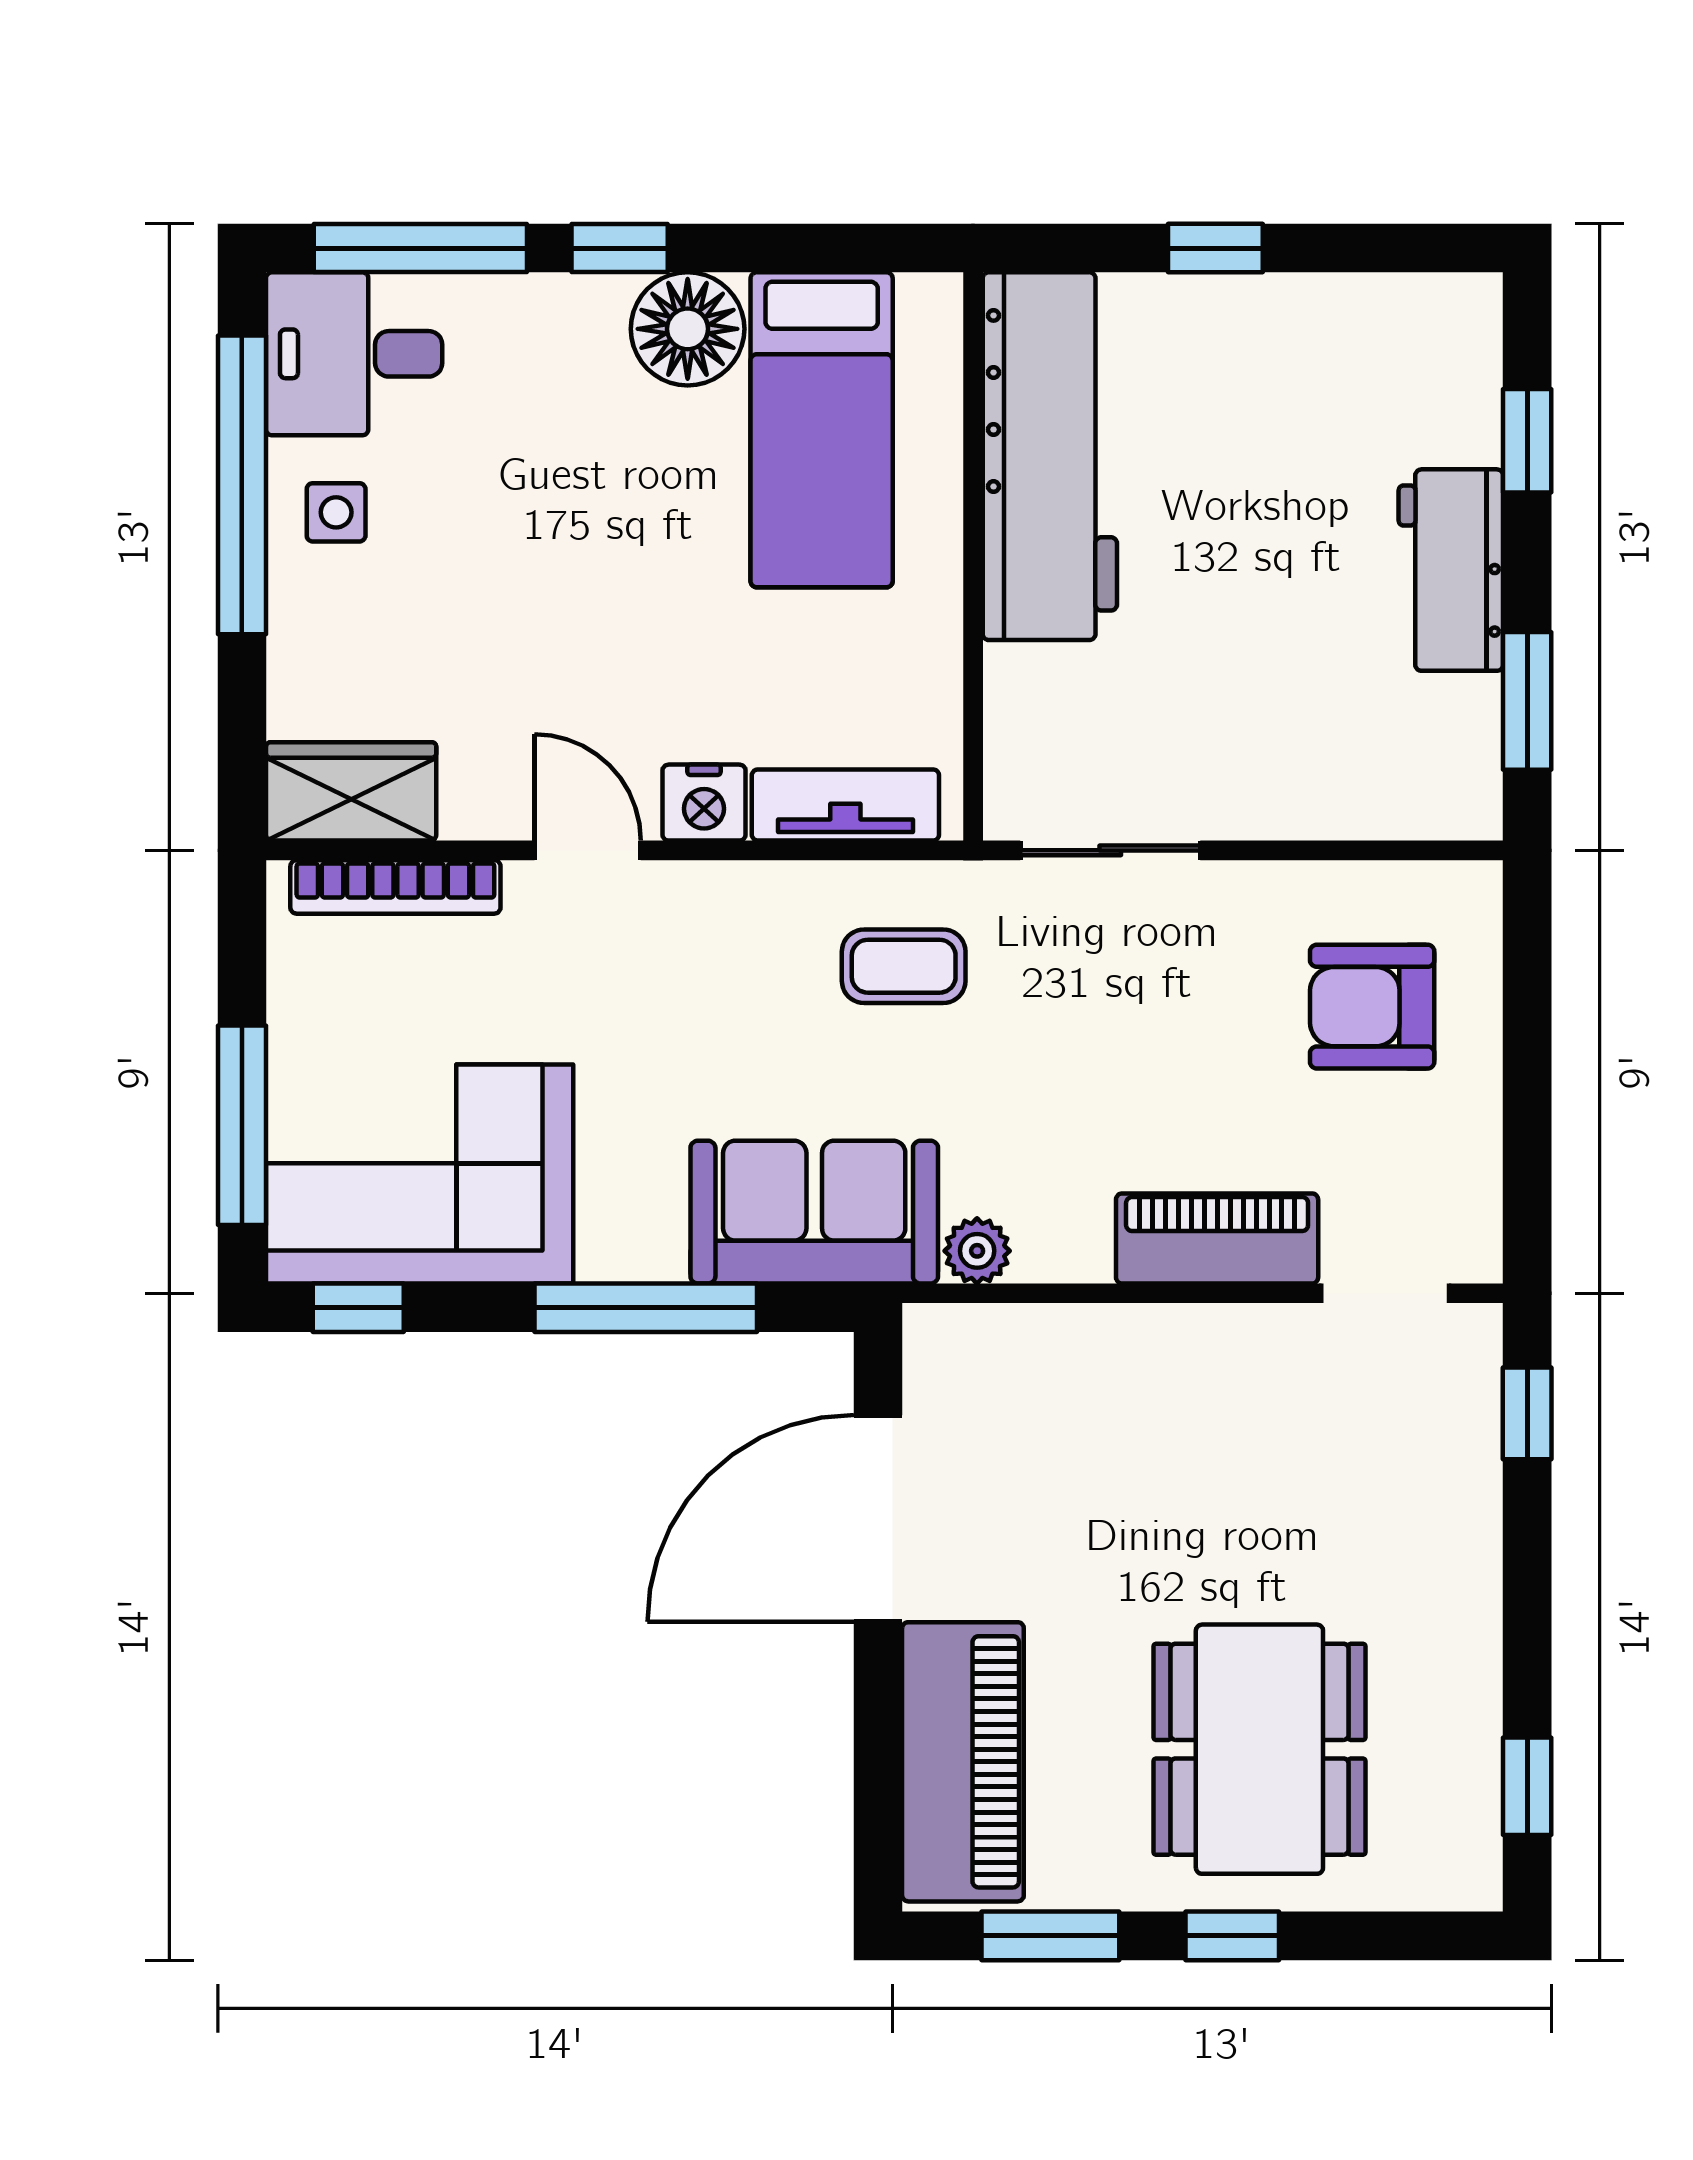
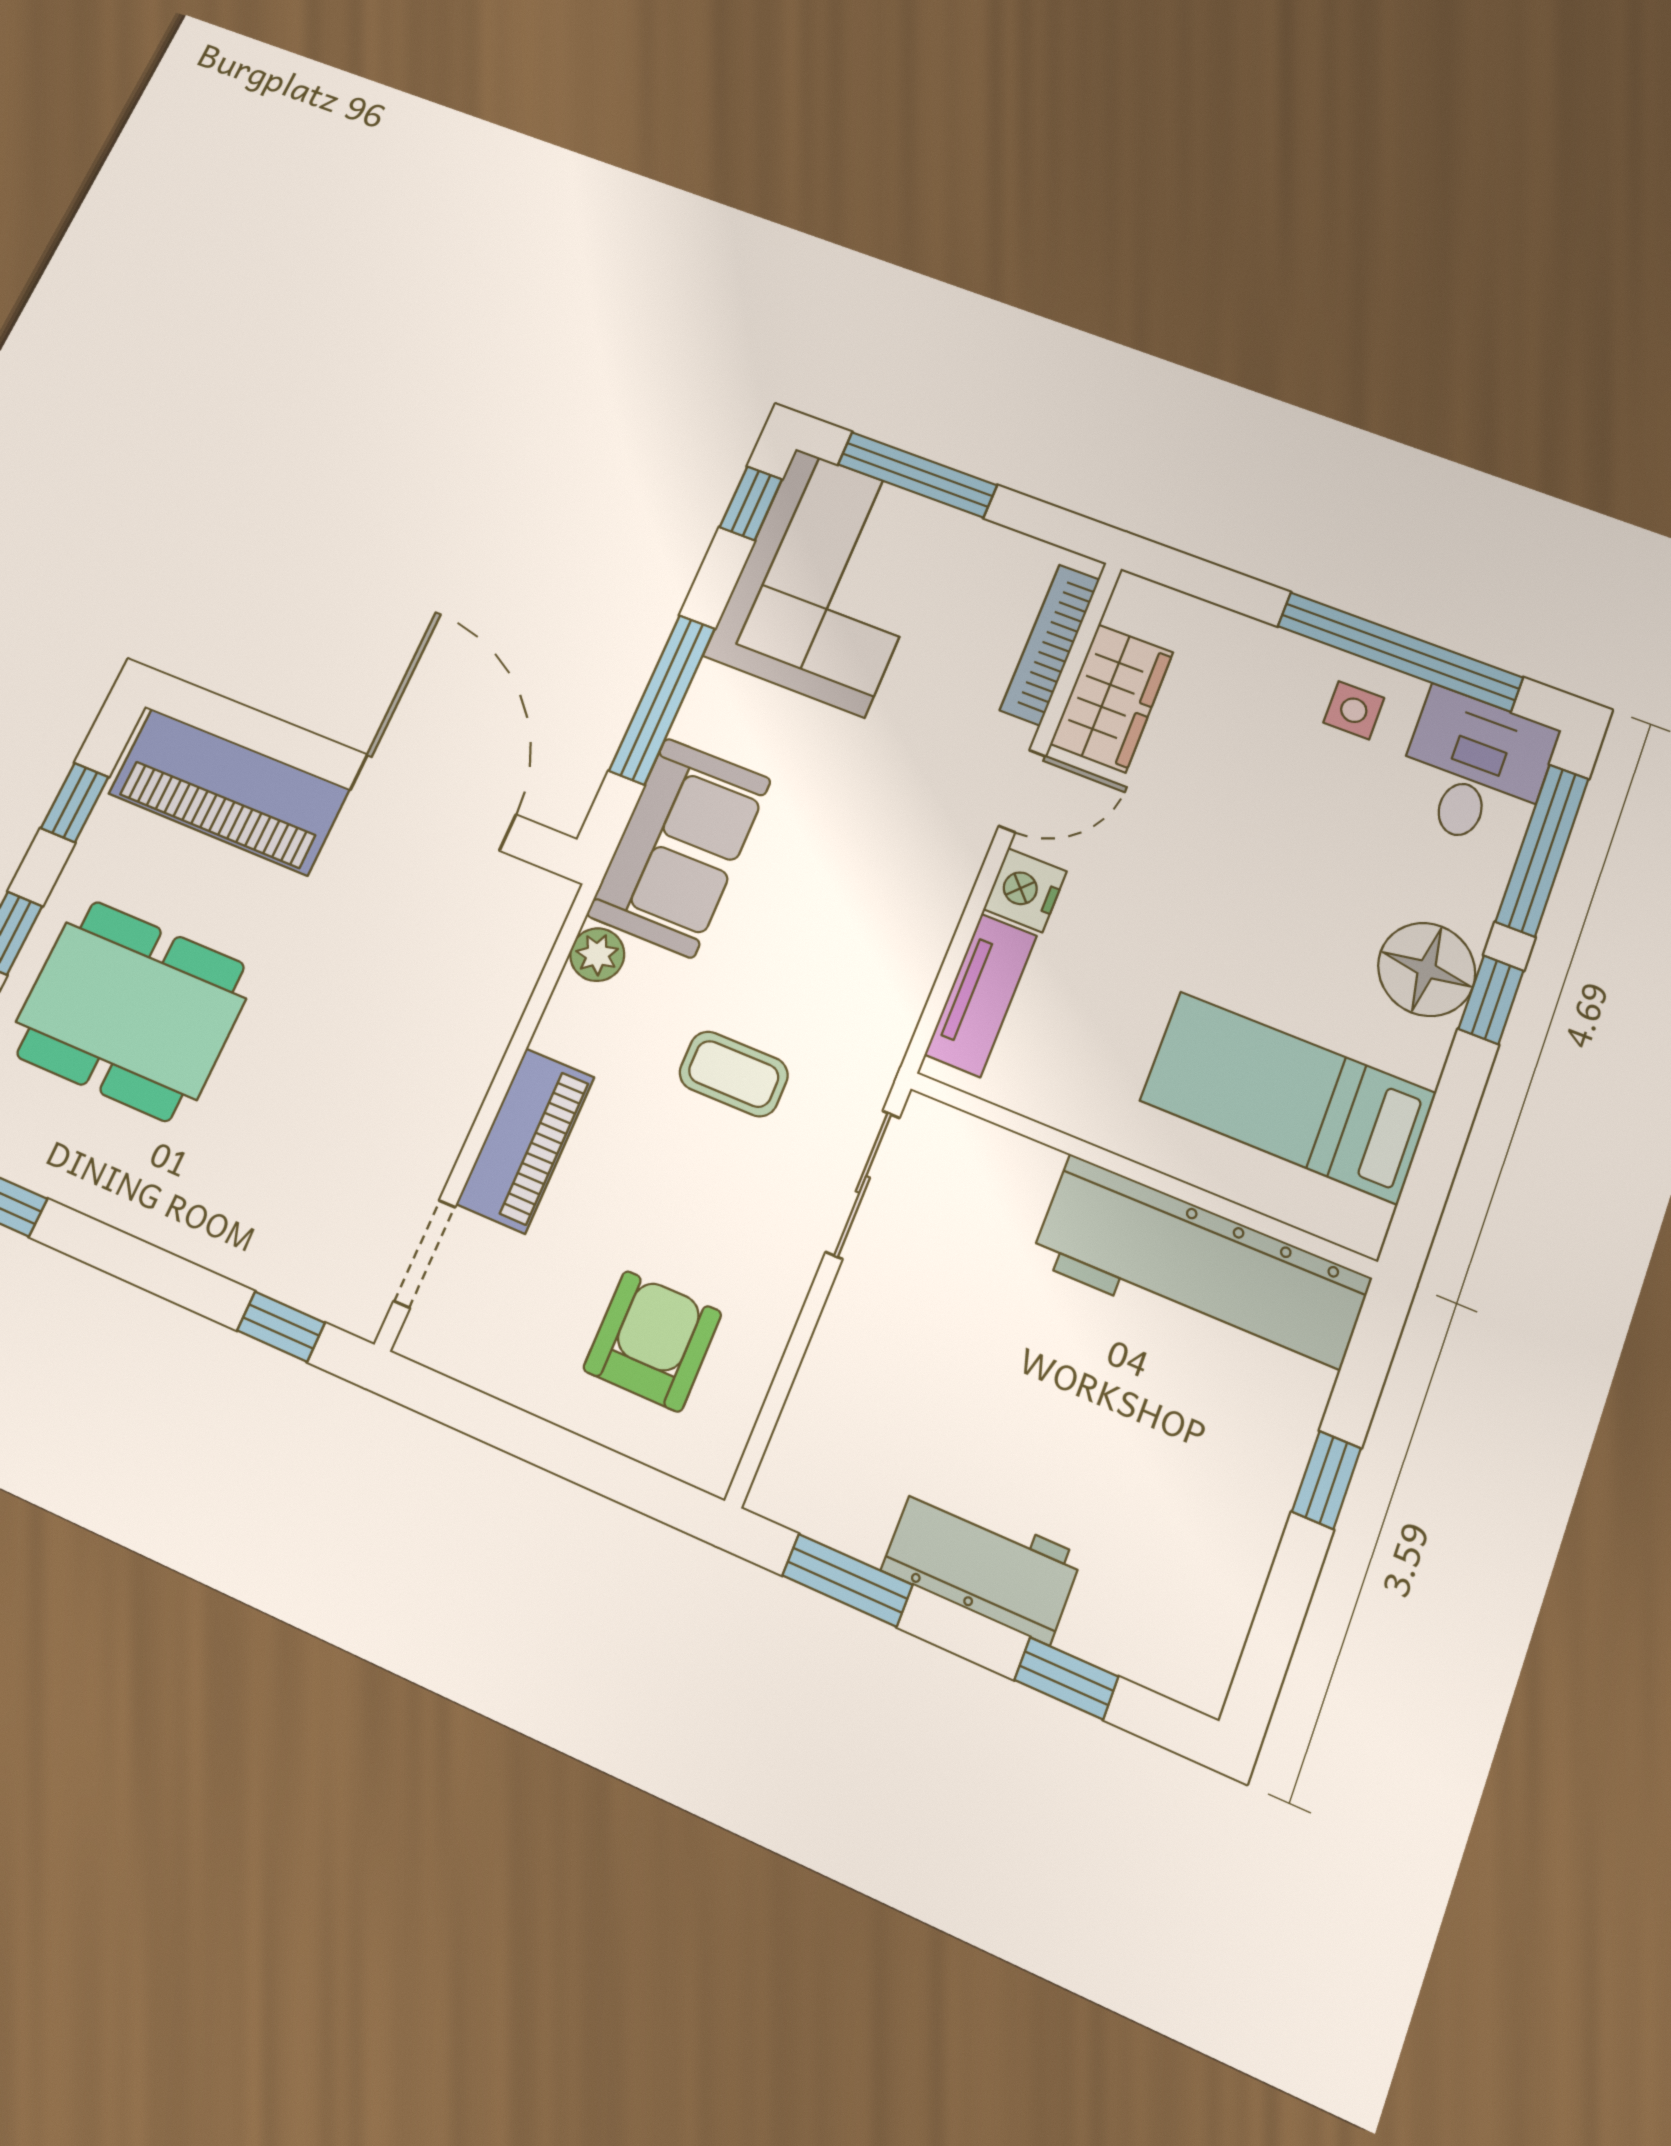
floor lamp: (688, 329) -> (1427, 969), moved
wardrobe: (351, 791) -> (1112, 698), moved
coffee table: (904, 966) -> (734, 1074), moved, turned 90
window: (1050, 1936) -> (75, 803), width x0.67

